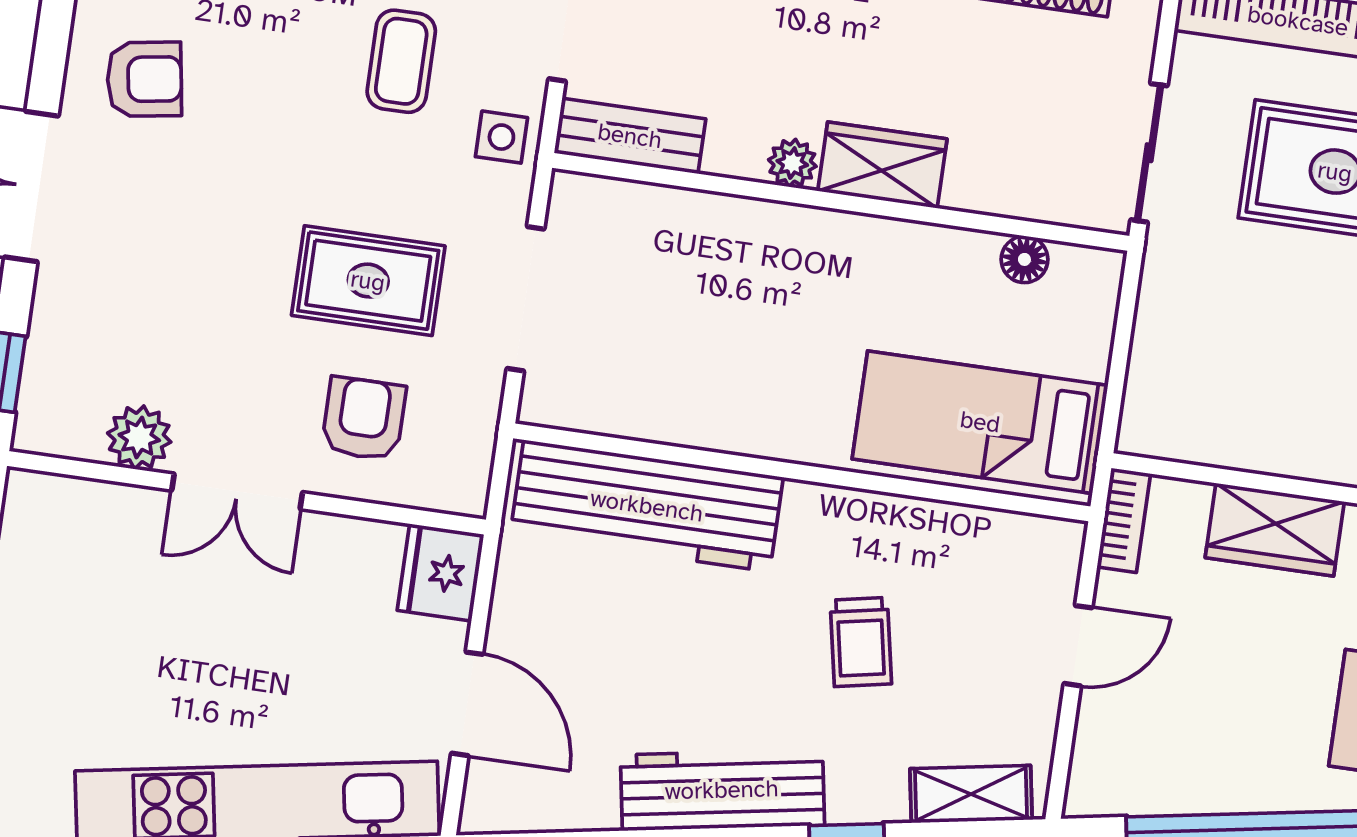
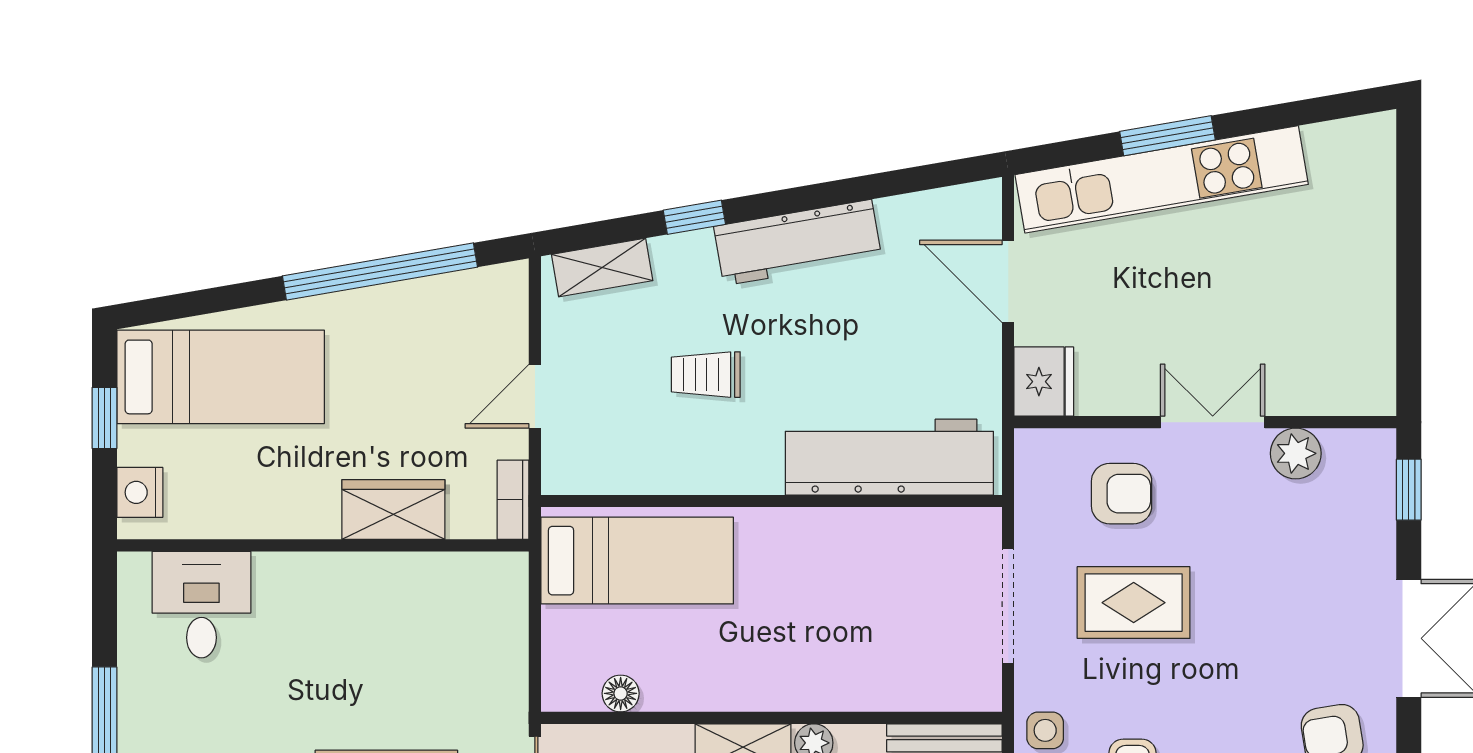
armchair: (364, 419) -> (1122, 494), turned -90
trolley: (861, 642) -> (706, 375), turned -79

